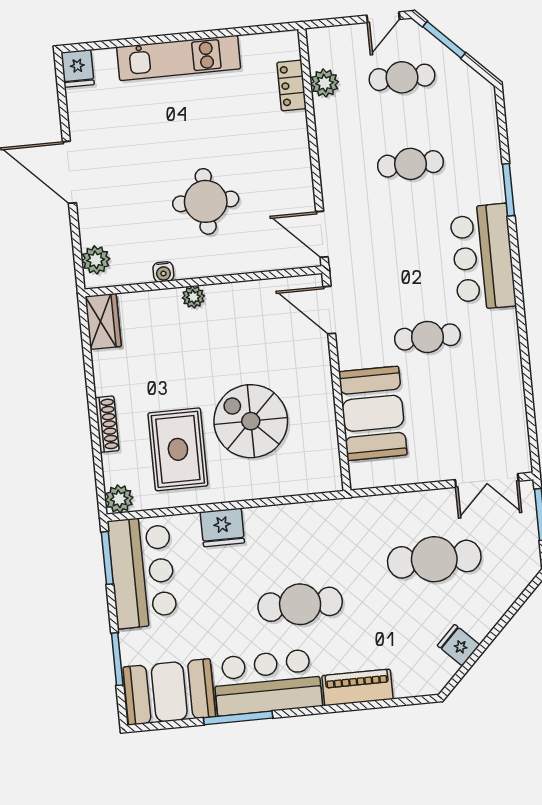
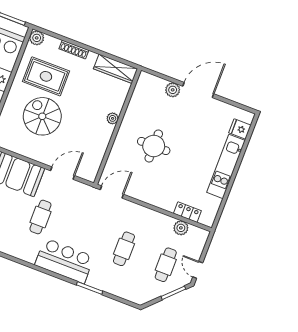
fridge: (78, 68) -> (240, 129), moved
plant: (96, 260) -> (173, 90), moved
water cooler: (163, 272) -> (131, 110), removed
door: (329, 310) -> (63, 173), moved
wardrobe: (103, 321) -> (116, 69), width x1.50
spiral stairs: (251, 421) -> (42, 116), turned -90

